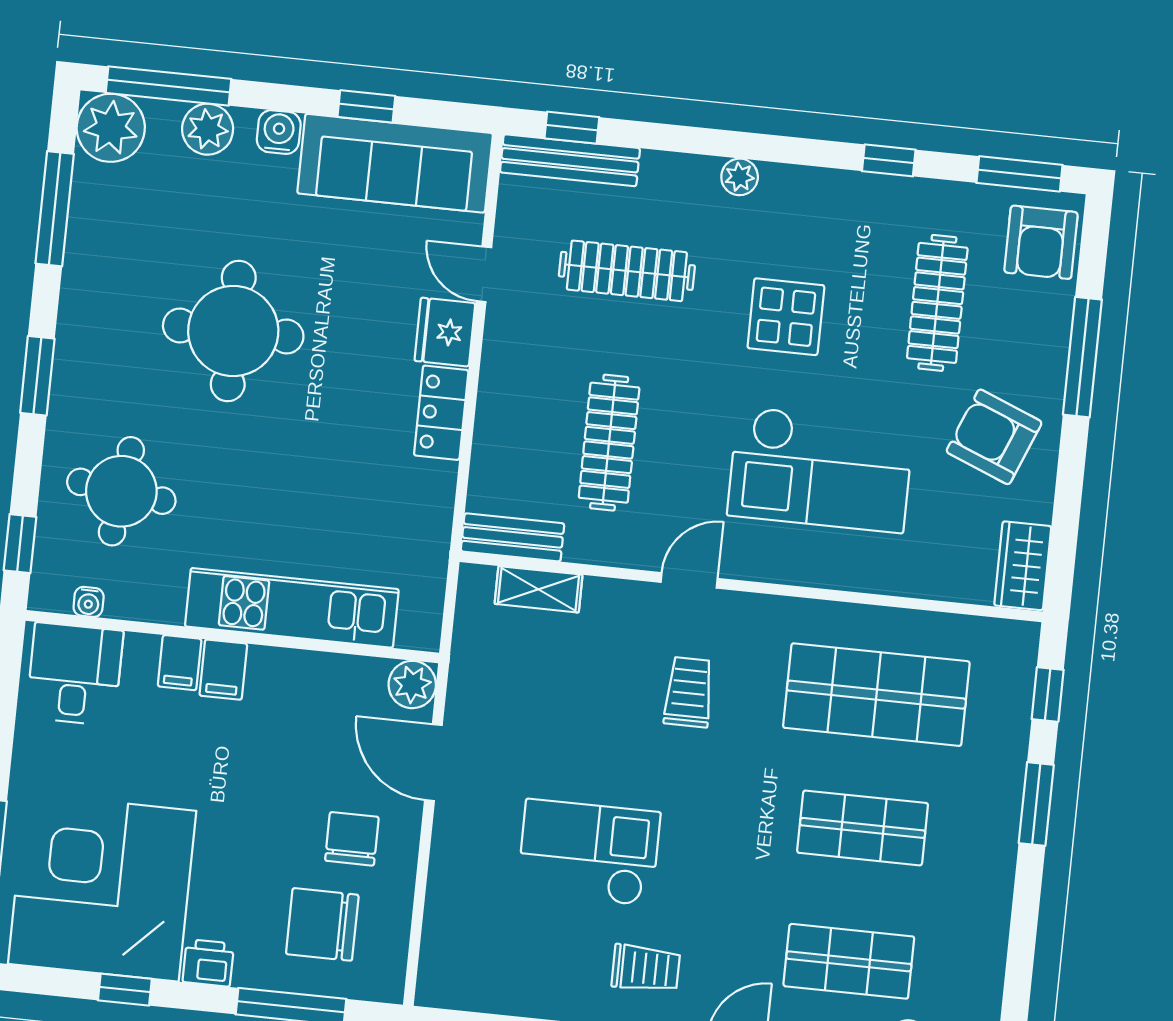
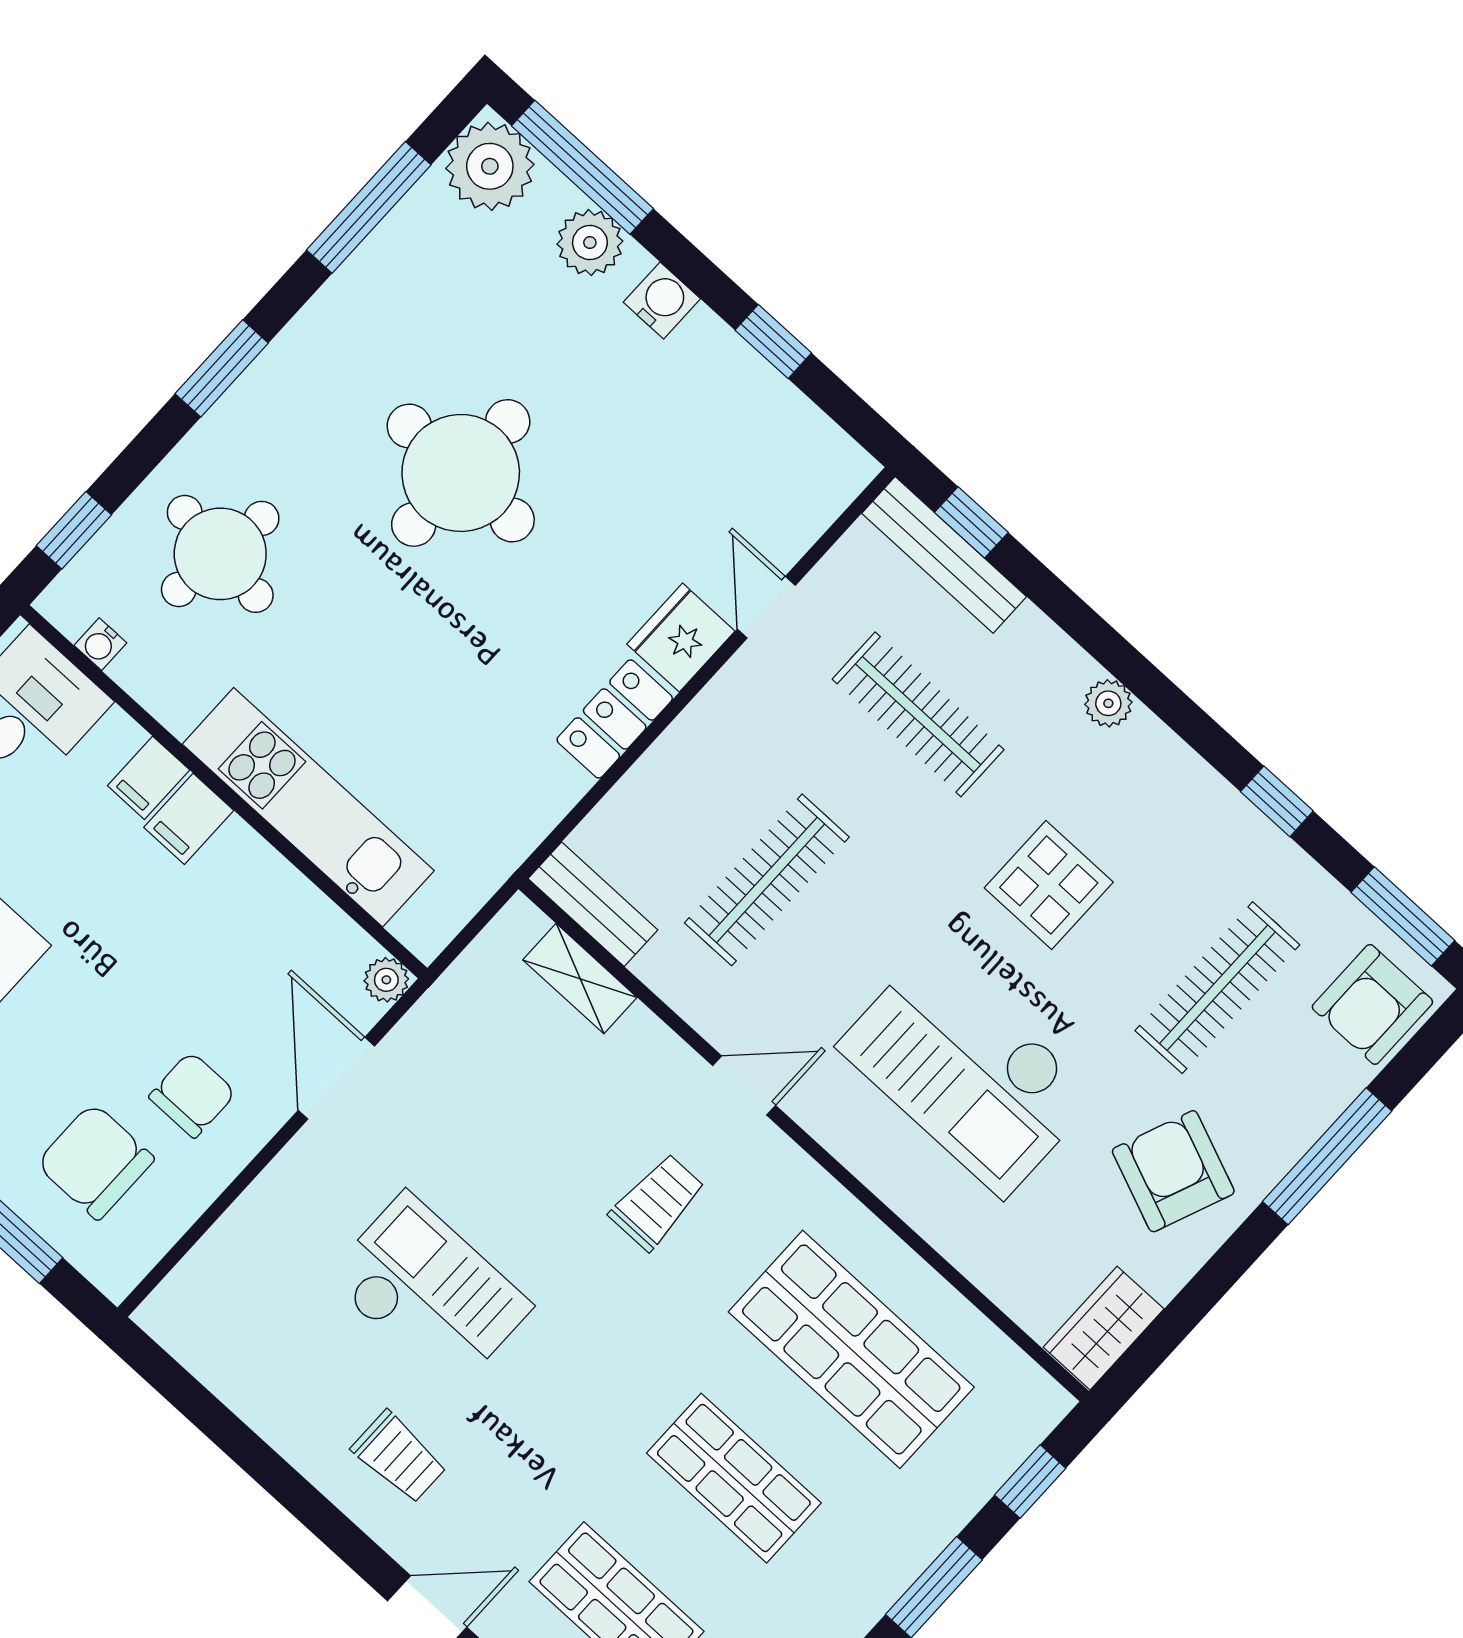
sofa: (395, 163) -> (759, 423), removed
plant: (412, 685) -> (386, 980), width x0.73, depth x0.73

